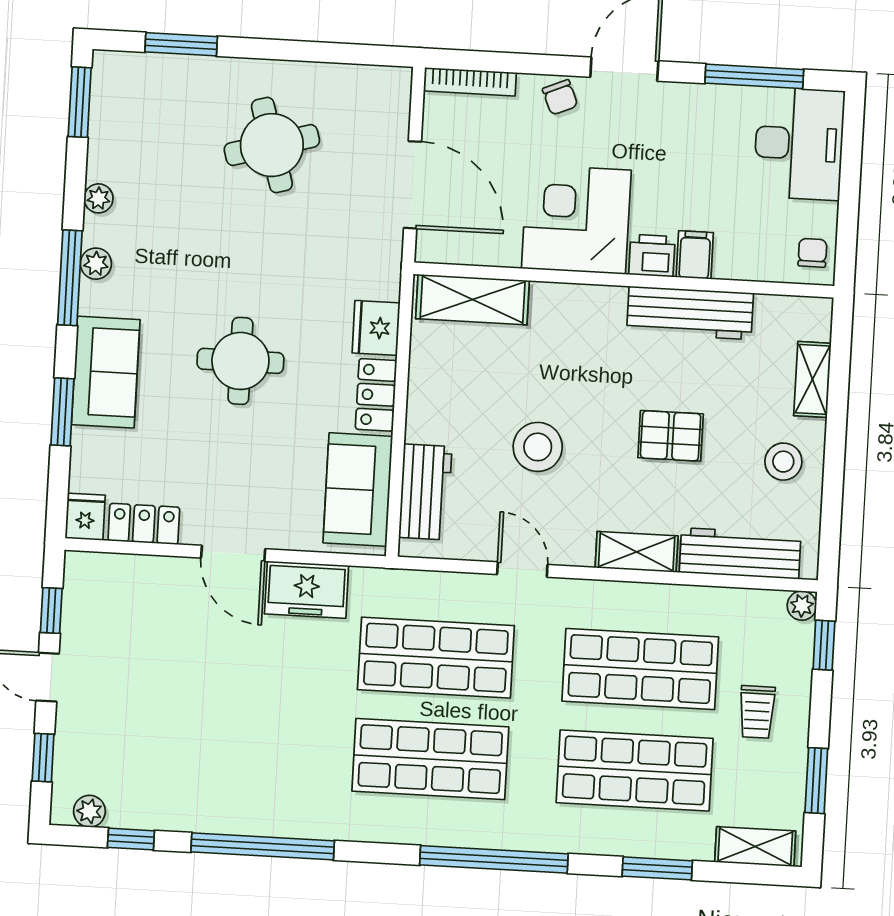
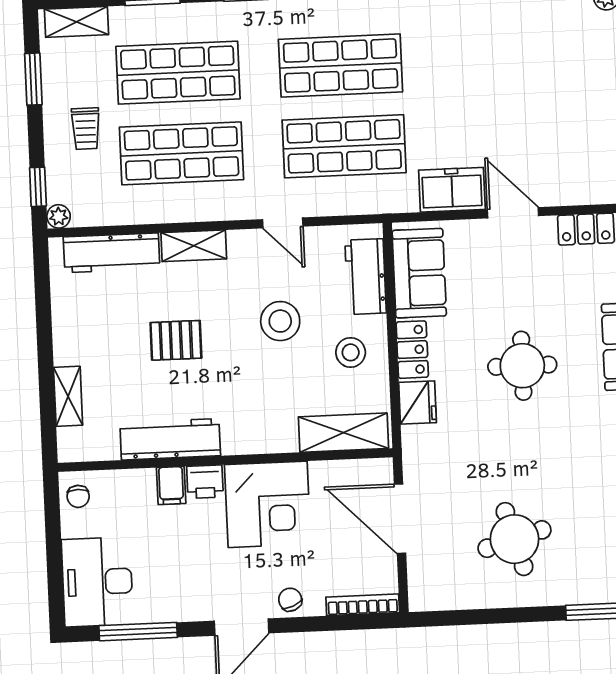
stool: (783, 462) -> (351, 352), moved
trolley: (757, 712) -> (86, 129), turned 180

